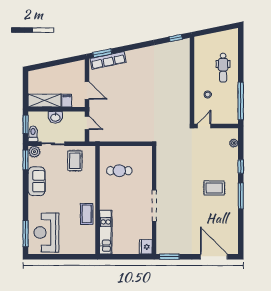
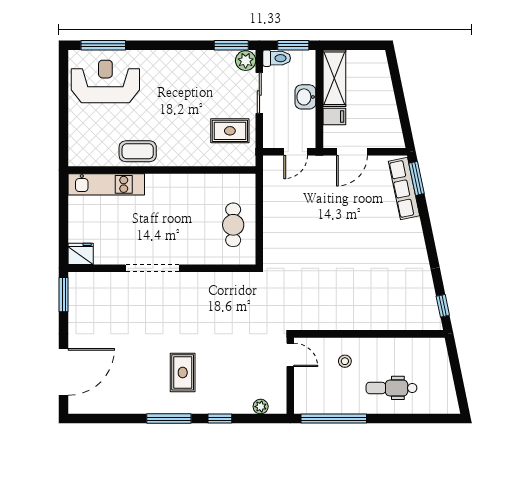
cafe table: (119, 171) -> (233, 225), moved
sofa: (37, 181) -> (194, 64), removed

